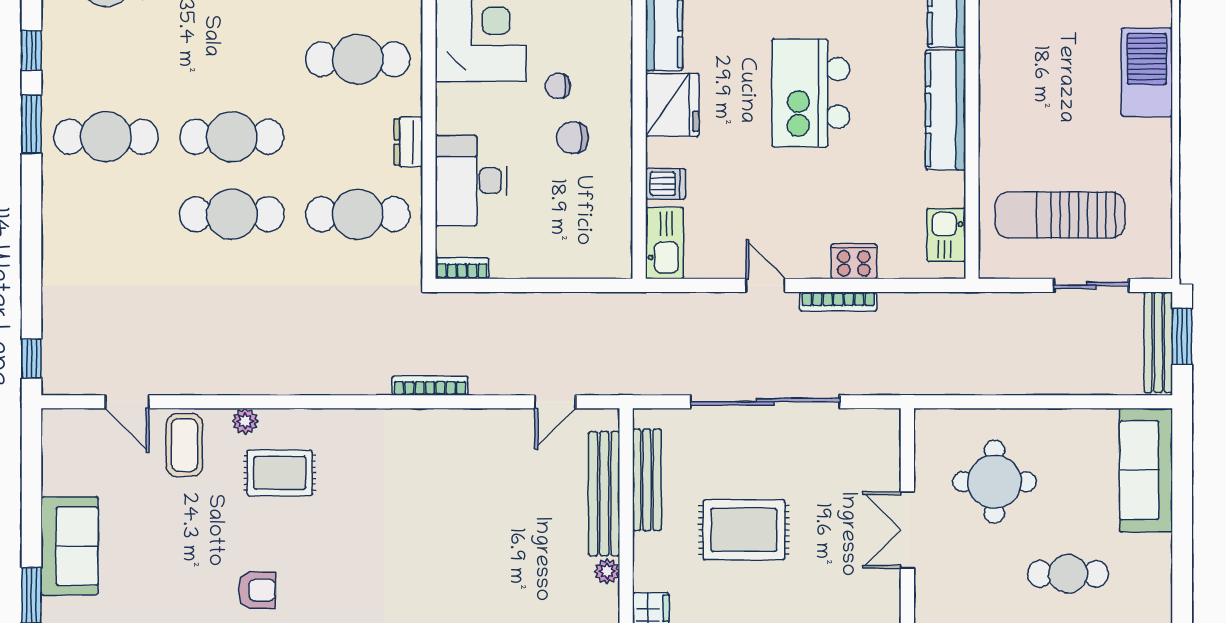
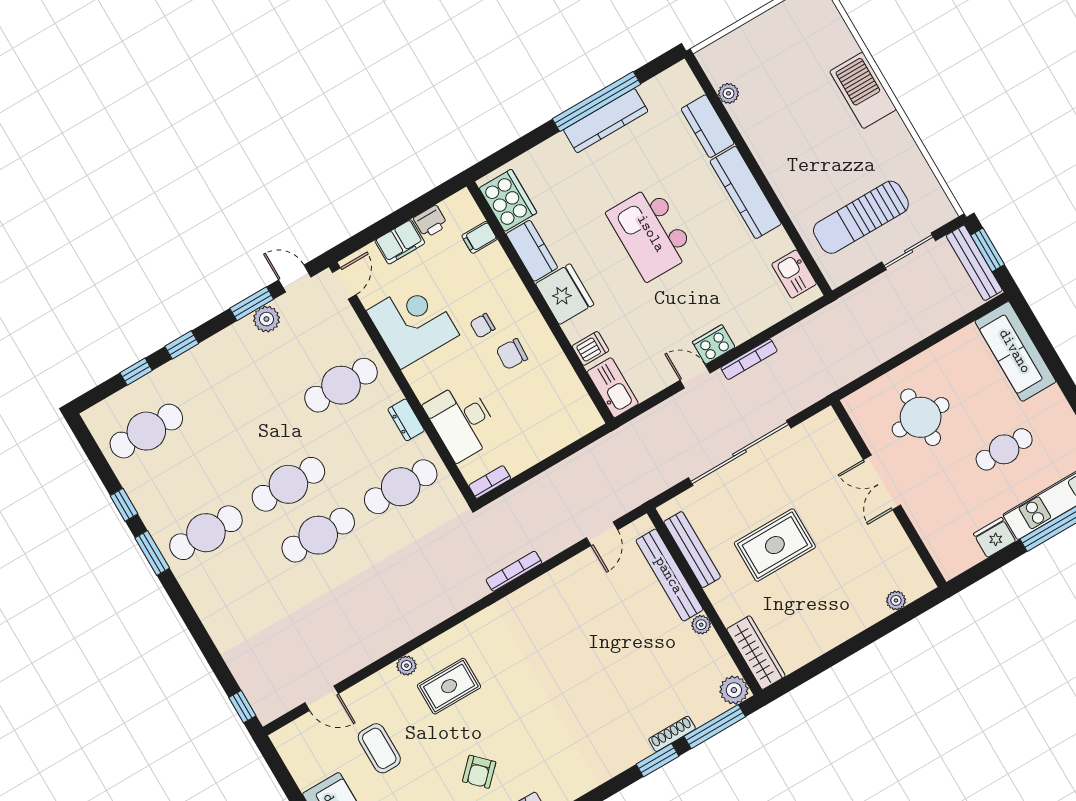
cooker: (854, 261) -> (714, 344), moved
coffee table: (184, 445) -> (379, 748), moved
armchair: (257, 590) -> (479, 772), turned 135

